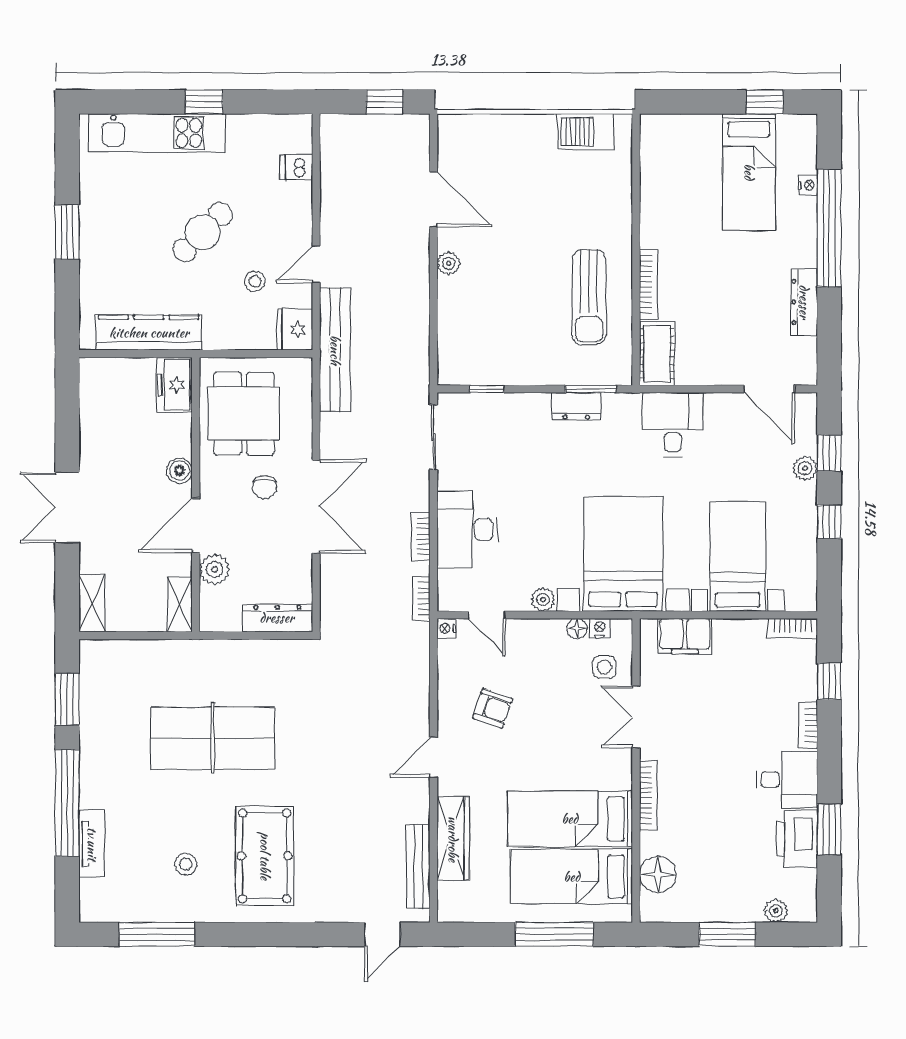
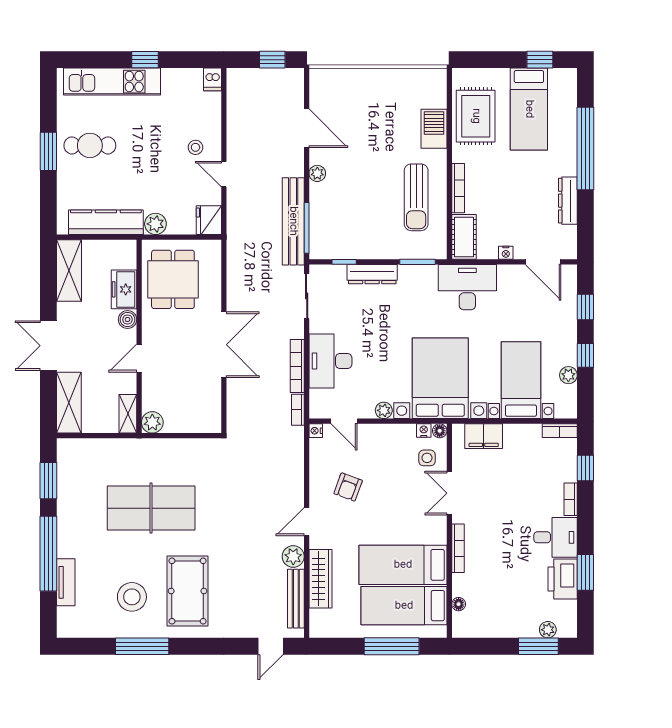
barbecue: (586, 132) -> (434, 129), moved, turned 90
dishwasher: (296, 167) -> (212, 79), moved, turned -90
rug: (674, 182) -> (476, 116), added
nightstand: (808, 185) -> (506, 253), moved, turned 90
cafe table: (203, 232) -> (90, 145), moved, turned 45
door: (316, 264) -> (224, 174), hinge flipped
stool: (255, 281) -> (195, 147), moved
plant: (219, 335) -> (155, 224), added
window: (433, 341) -> (307, 228), added
bench: (335, 350) -> (293, 221), moved
freezer: (174, 385) -> (124, 289), moved
shelving: (96, 401) -> (69, 270), added
dresser: (576, 406) -> (372, 274), moved, width x1.44
desk: (673, 425) -> (467, 287), width x1.37
plant: (805, 468) -> (568, 375), moved
chair: (265, 487) -> (188, 331), removed
door: (196, 525) -> (139, 358), width x0.73
bookcase: (420, 537) -> (297, 366), width x1.56
plant: (215, 569) -> (152, 422), moved
shelving: (92, 603) -> (69, 403), width x1.50, depth x1.33
dresser: (277, 618) -> (197, 424), removed
floor lamp: (577, 629) -> (440, 431), moved
armchair: (492, 708) -> (348, 487), turned 91
plant: (415, 807) -> (293, 557), added
stool: (186, 864) -> (132, 597), width x1.89, depth x1.89
floor lamp: (658, 875) -> (459, 604), width x0.53, depth x0.53
window: (157, 934) -> (142, 646), moved
window: (727, 934) -> (538, 646), moved

